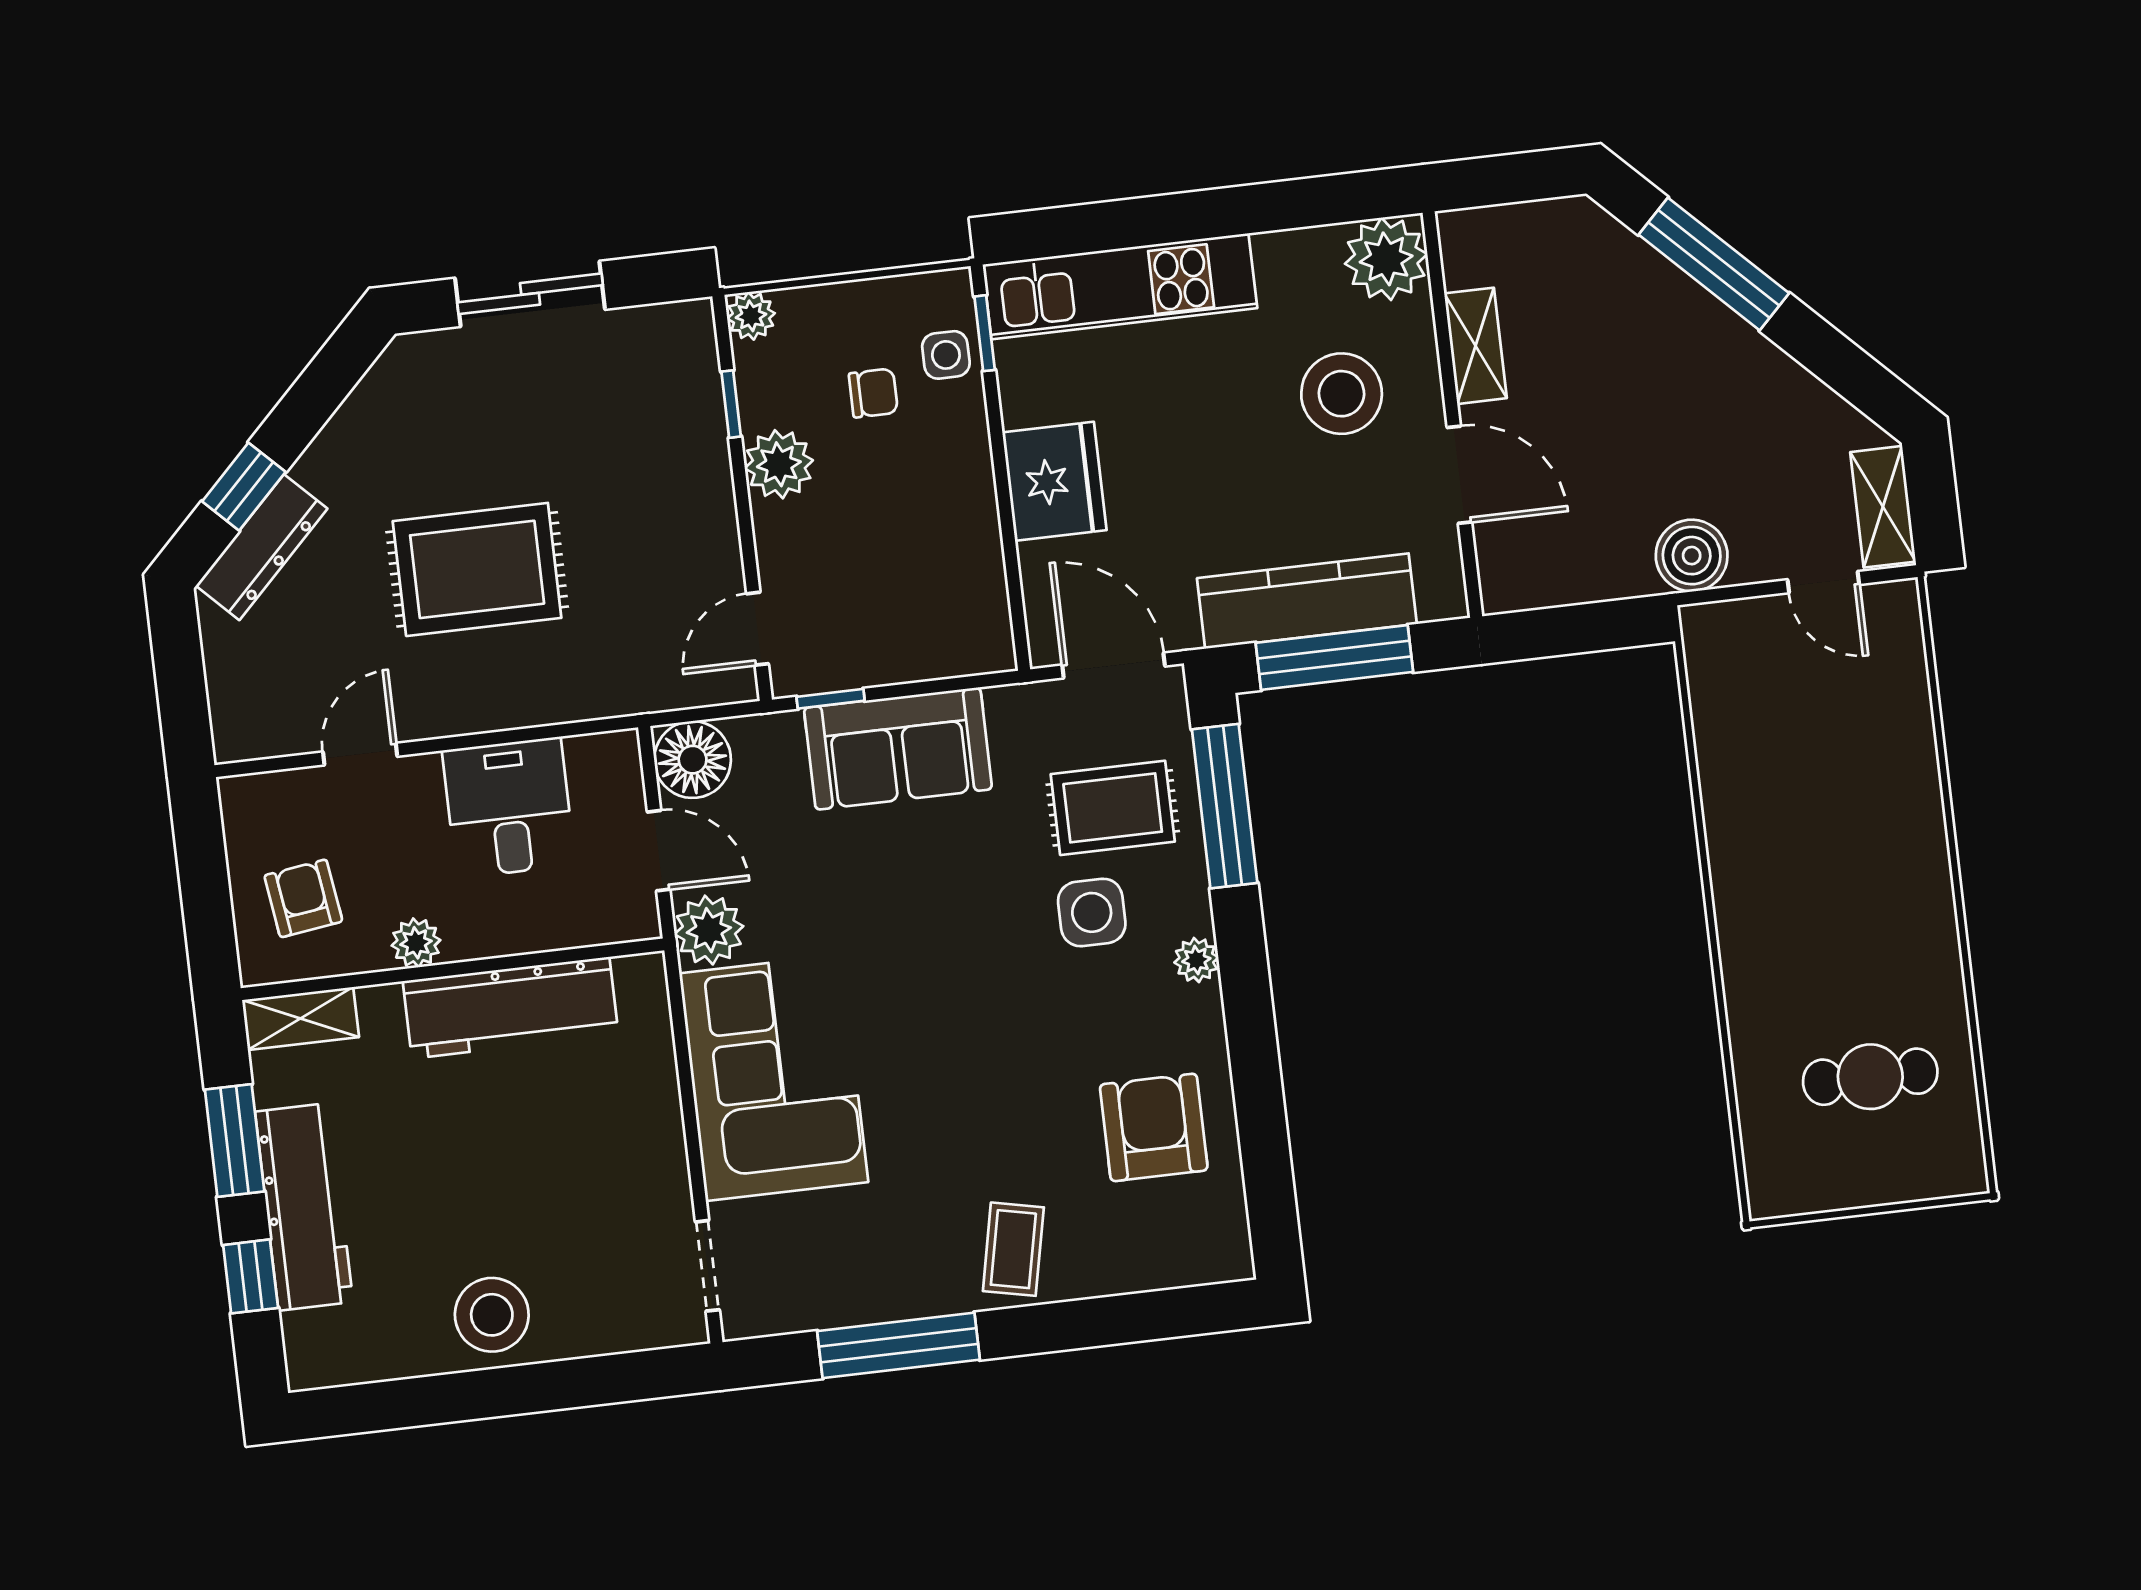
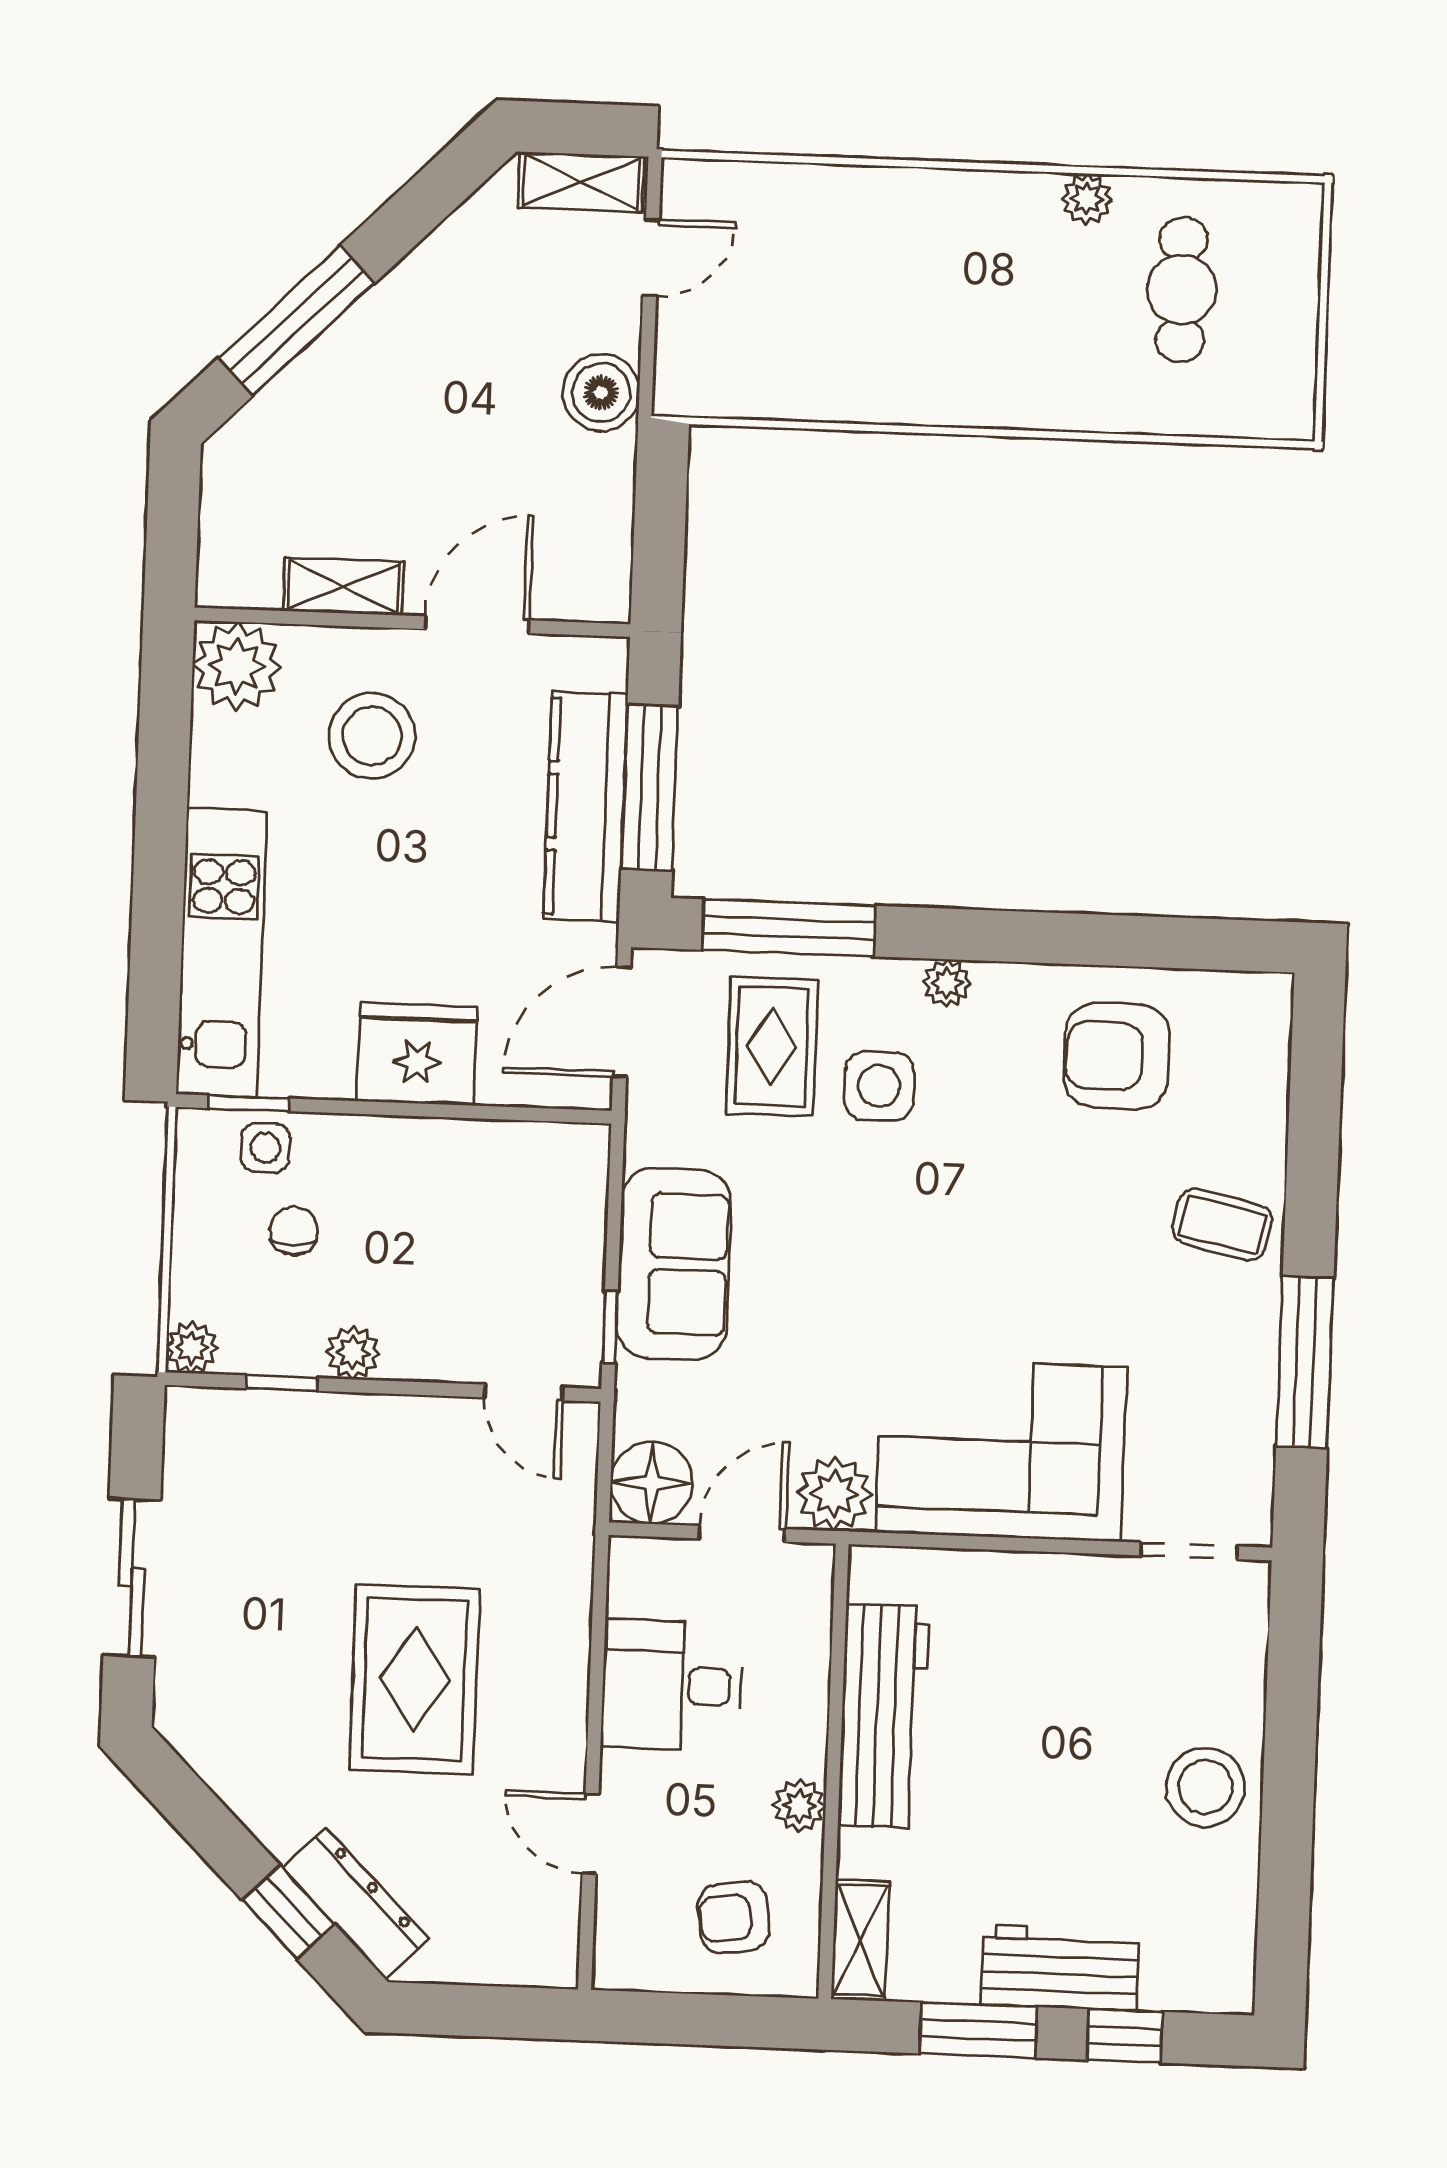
plant: (779, 464) -> (353, 1353), width x0.73, depth x0.73
plant: (1940, 976) -> (1087, 199), added
workbench: (304, 1207) -> (1060, 1968), width x0.73

